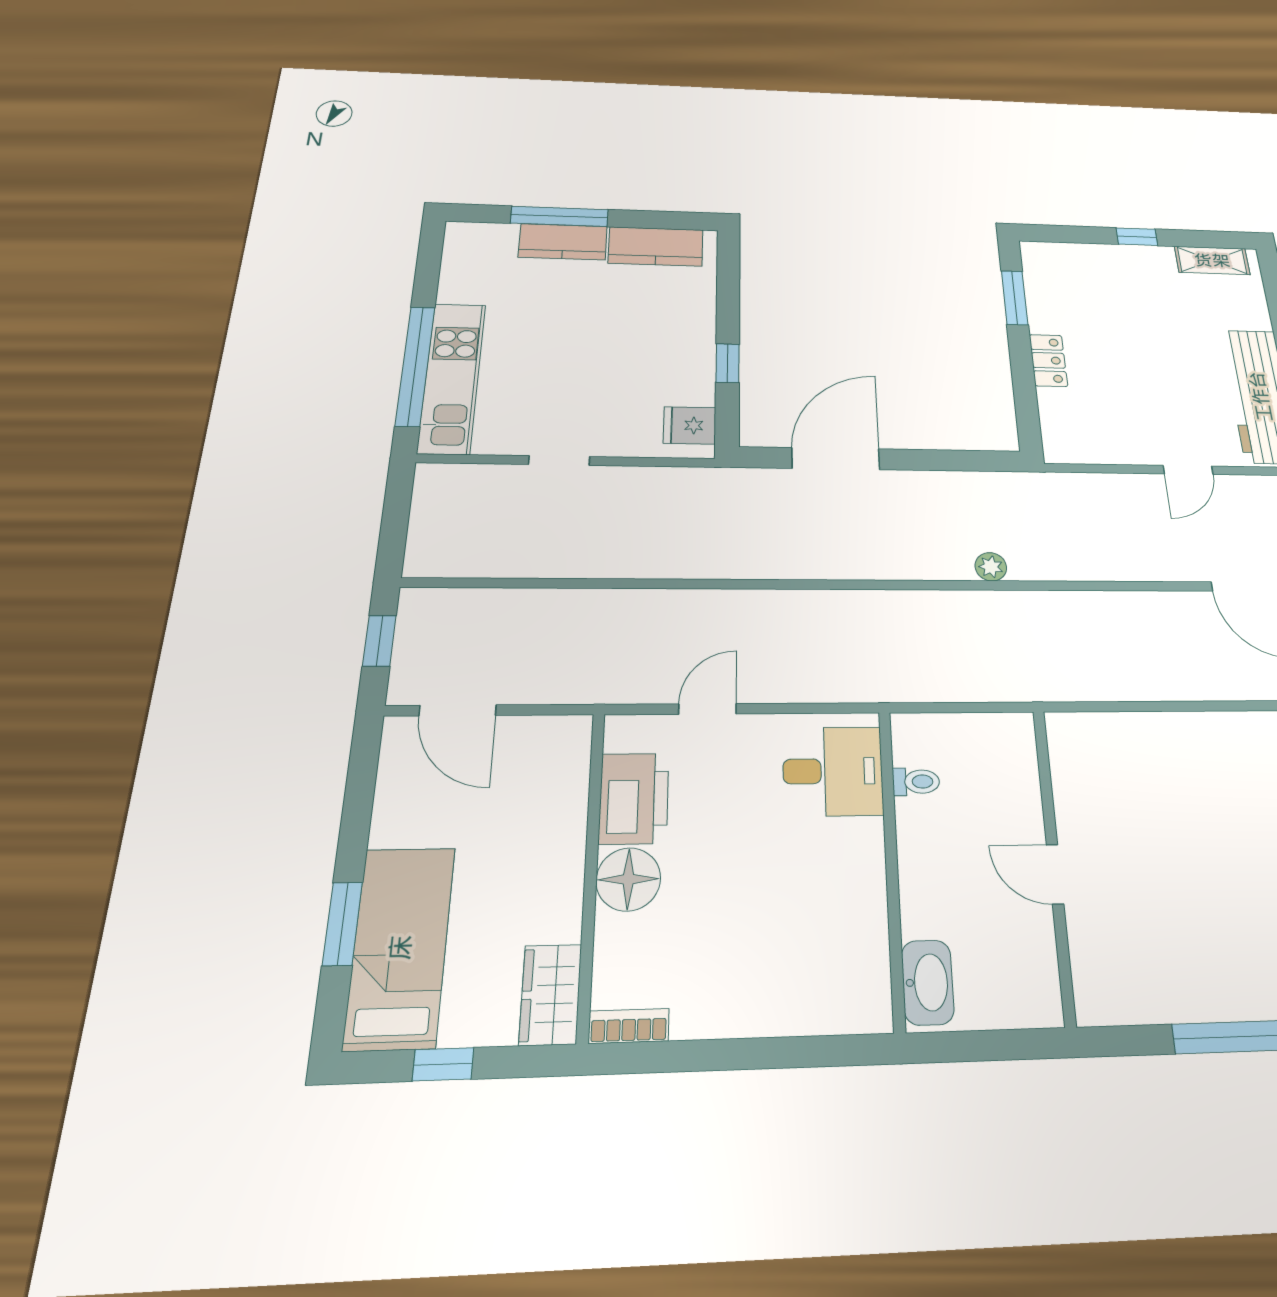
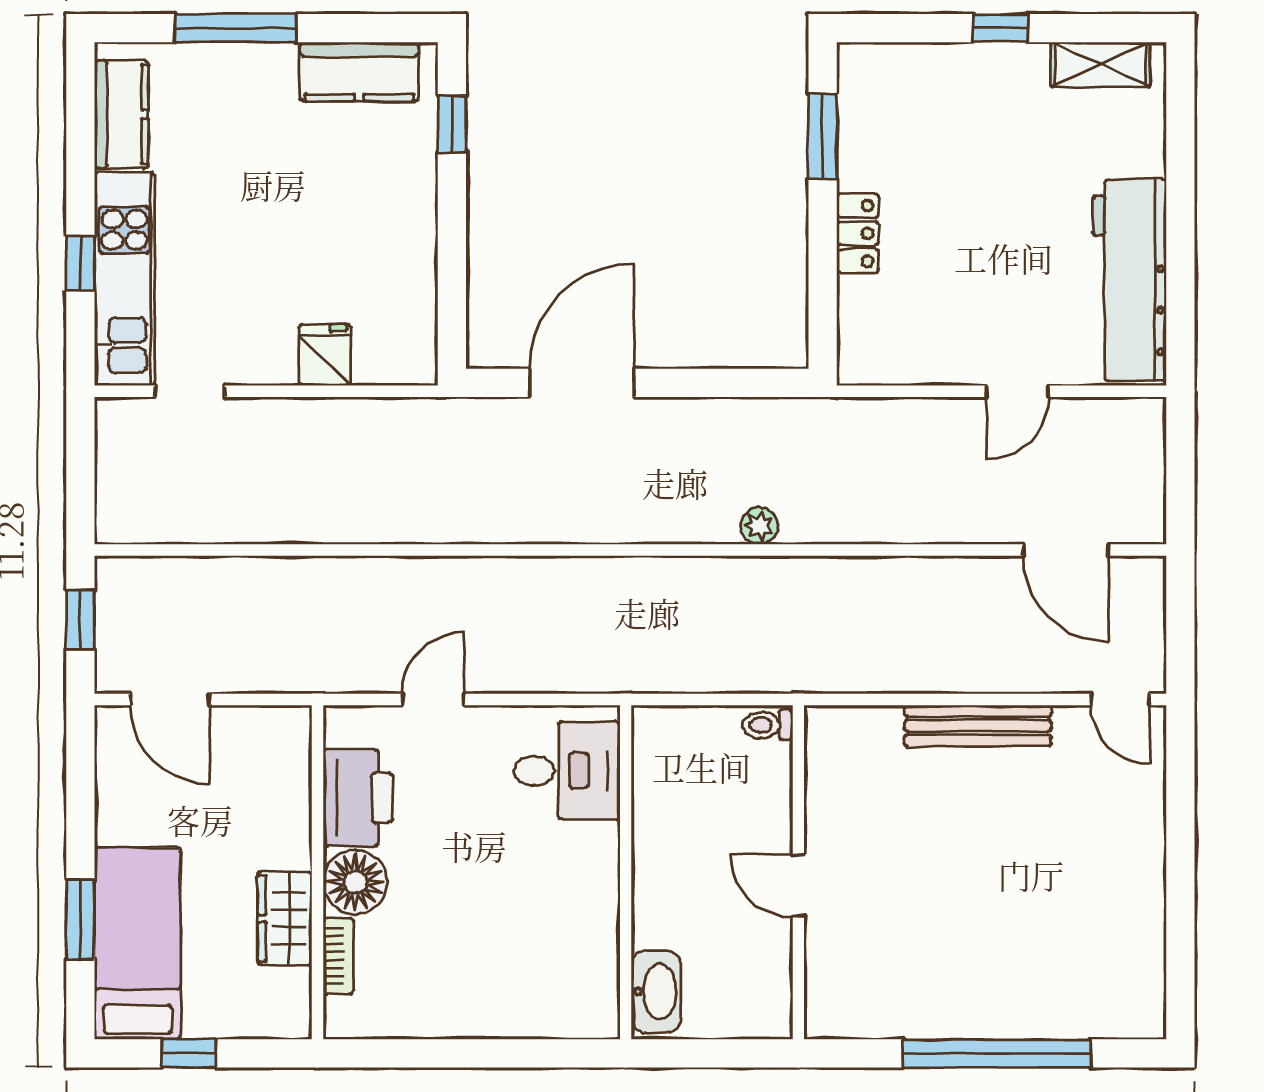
kitchen counter: (563, 242) -> (121, 114), moved, turned -90
window: (728, 363) -> (452, 124), moved
window: (415, 366) -> (80, 263), width x0.32
fridge: (690, 425) -> (325, 355), moved, turned 90
doorway: (559, 460) -> (190, 391), moved
bench: (1197, 728) -> (978, 726), added
toilet: (916, 782) -> (768, 725), moved, turned 180
wardrobe: (551, 994) -> (285, 918), moved
bookcase: (629, 1026) -> (338, 956), moved, turned 90

